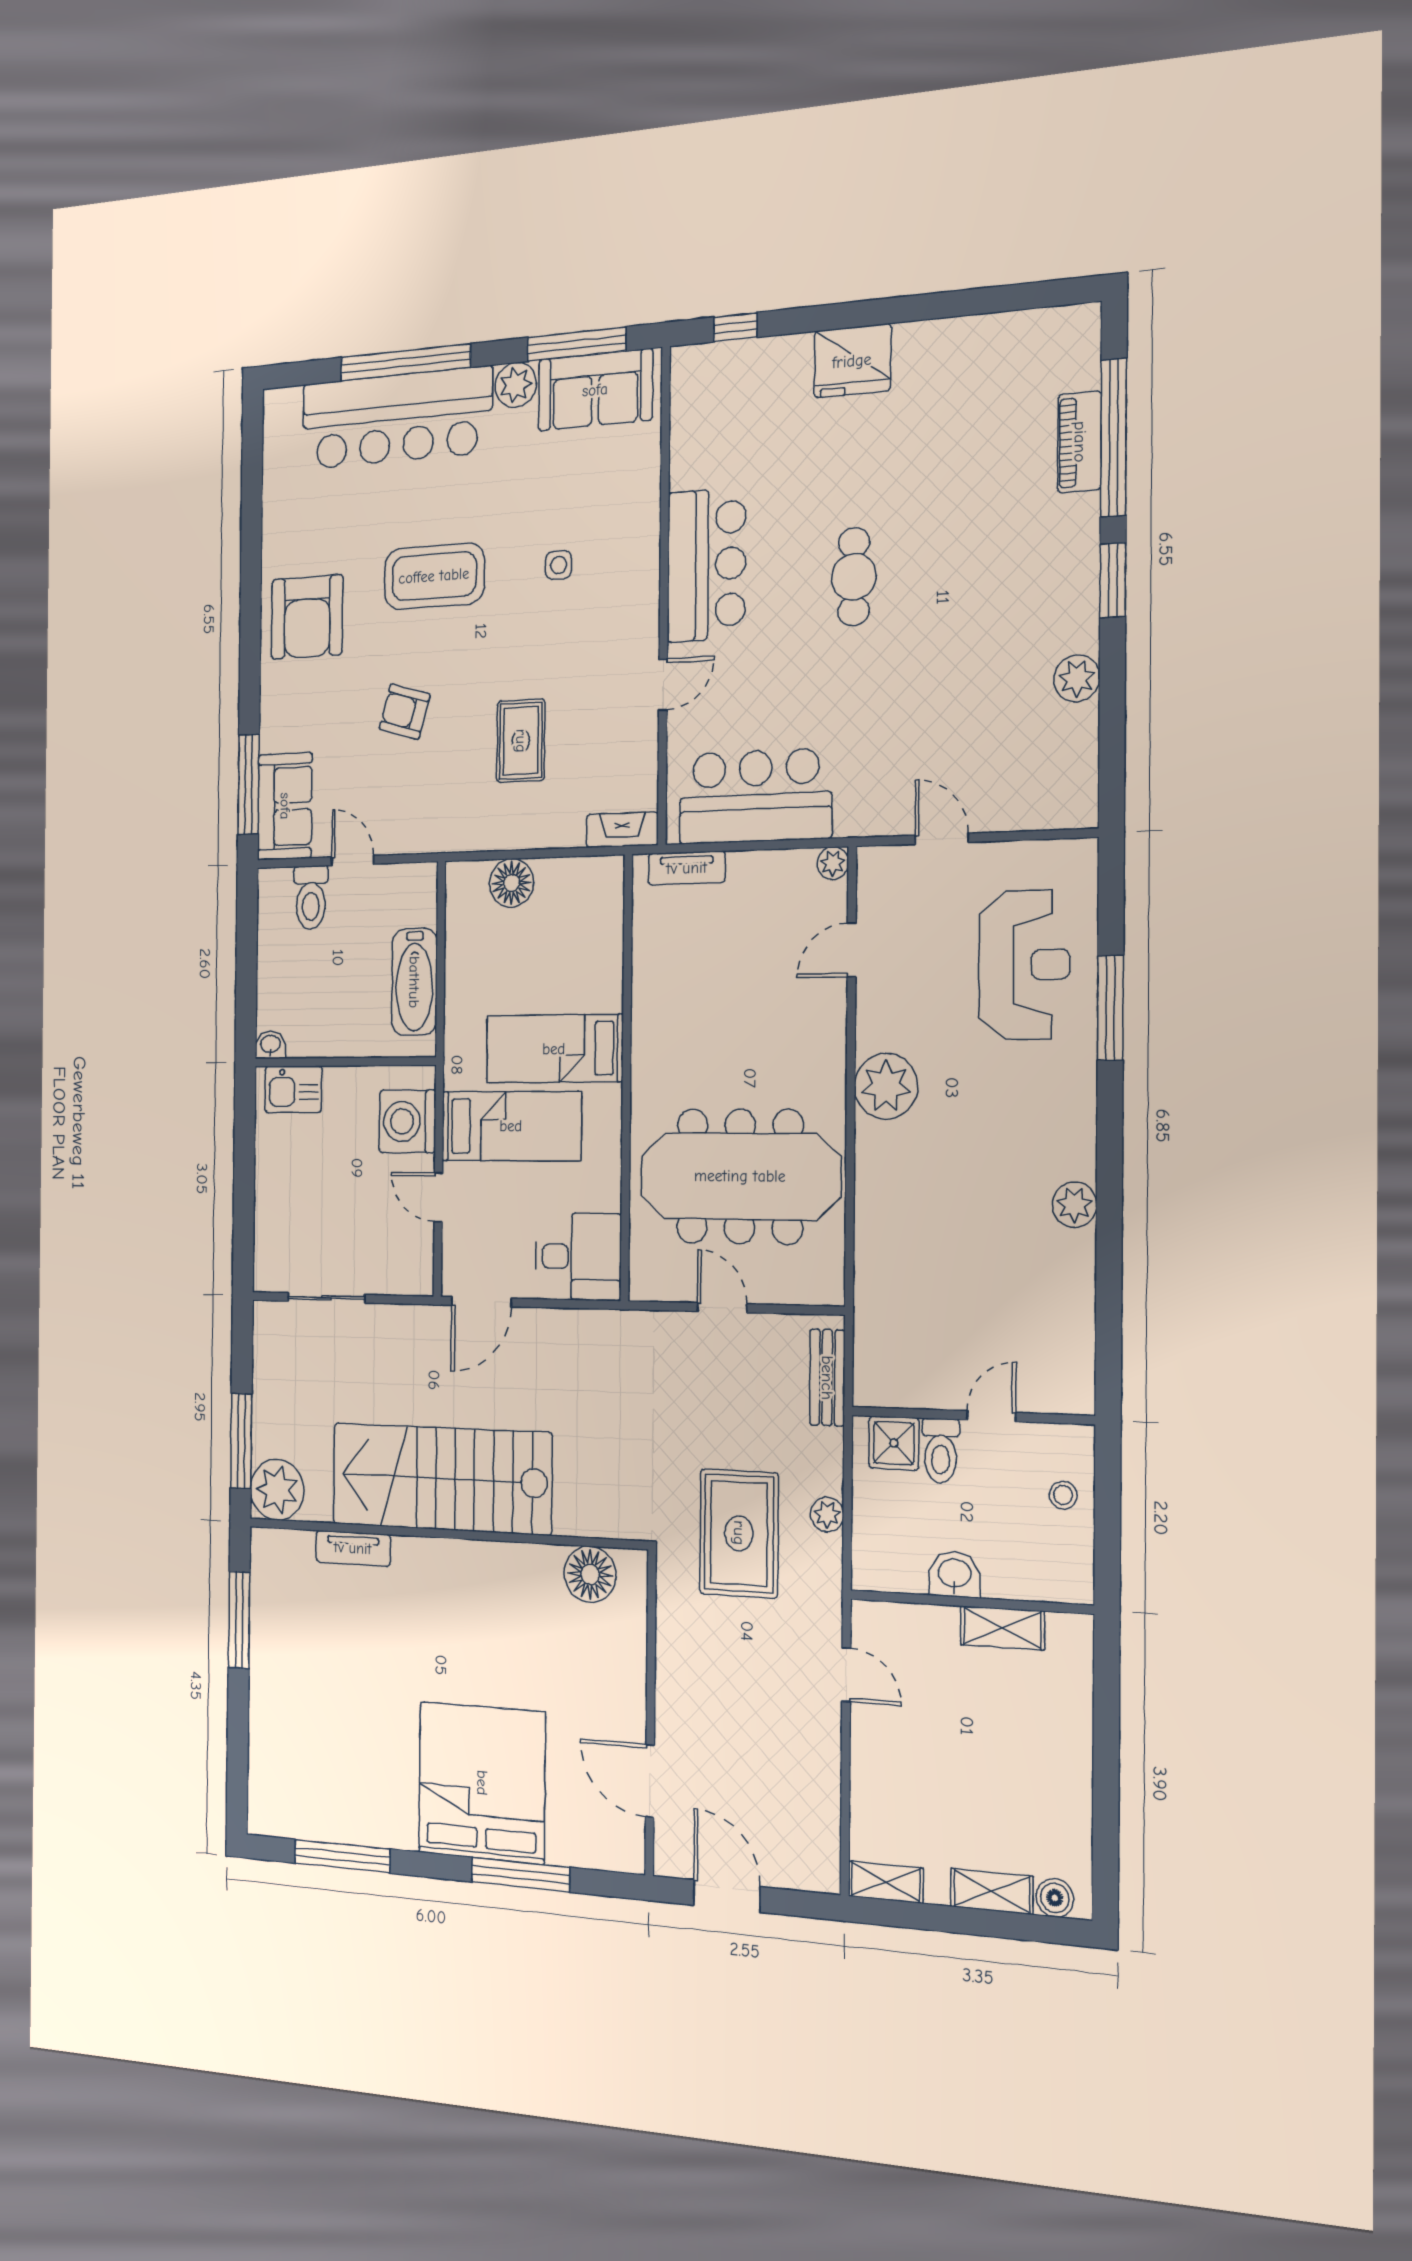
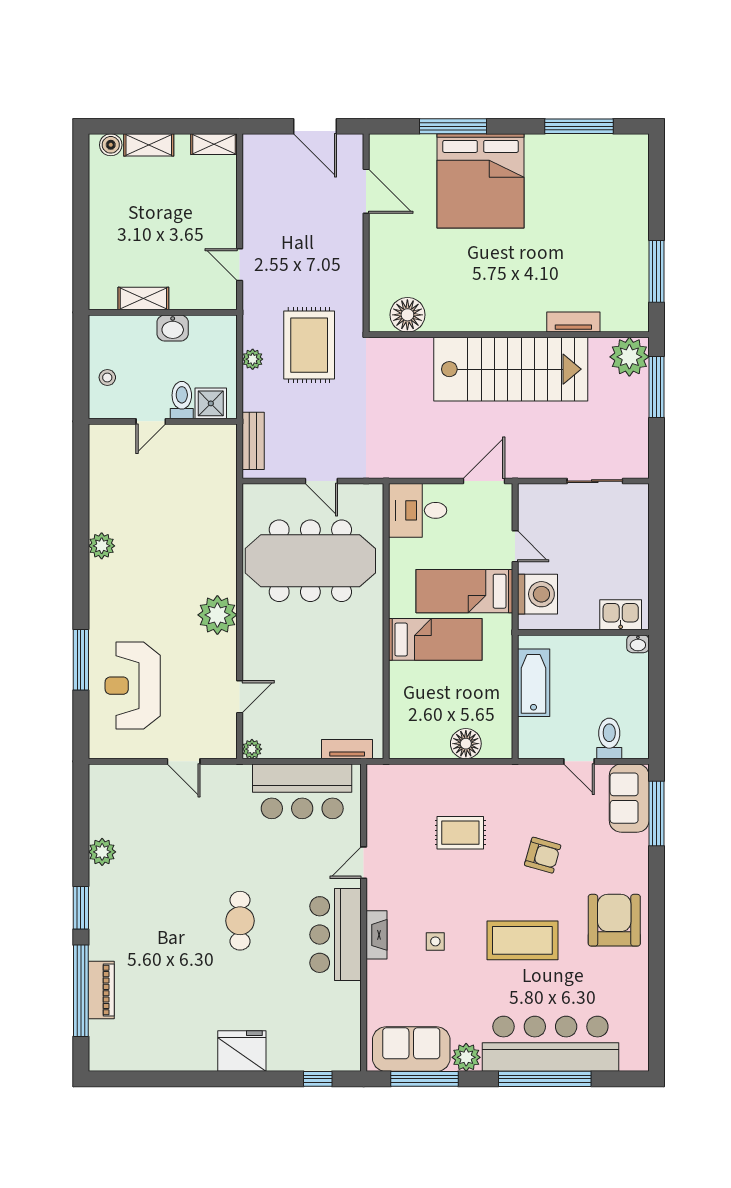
rug: (521, 741) -> (460, 833), turned 90
fireplace: (622, 830) -> (376, 935), moved, turned -90

